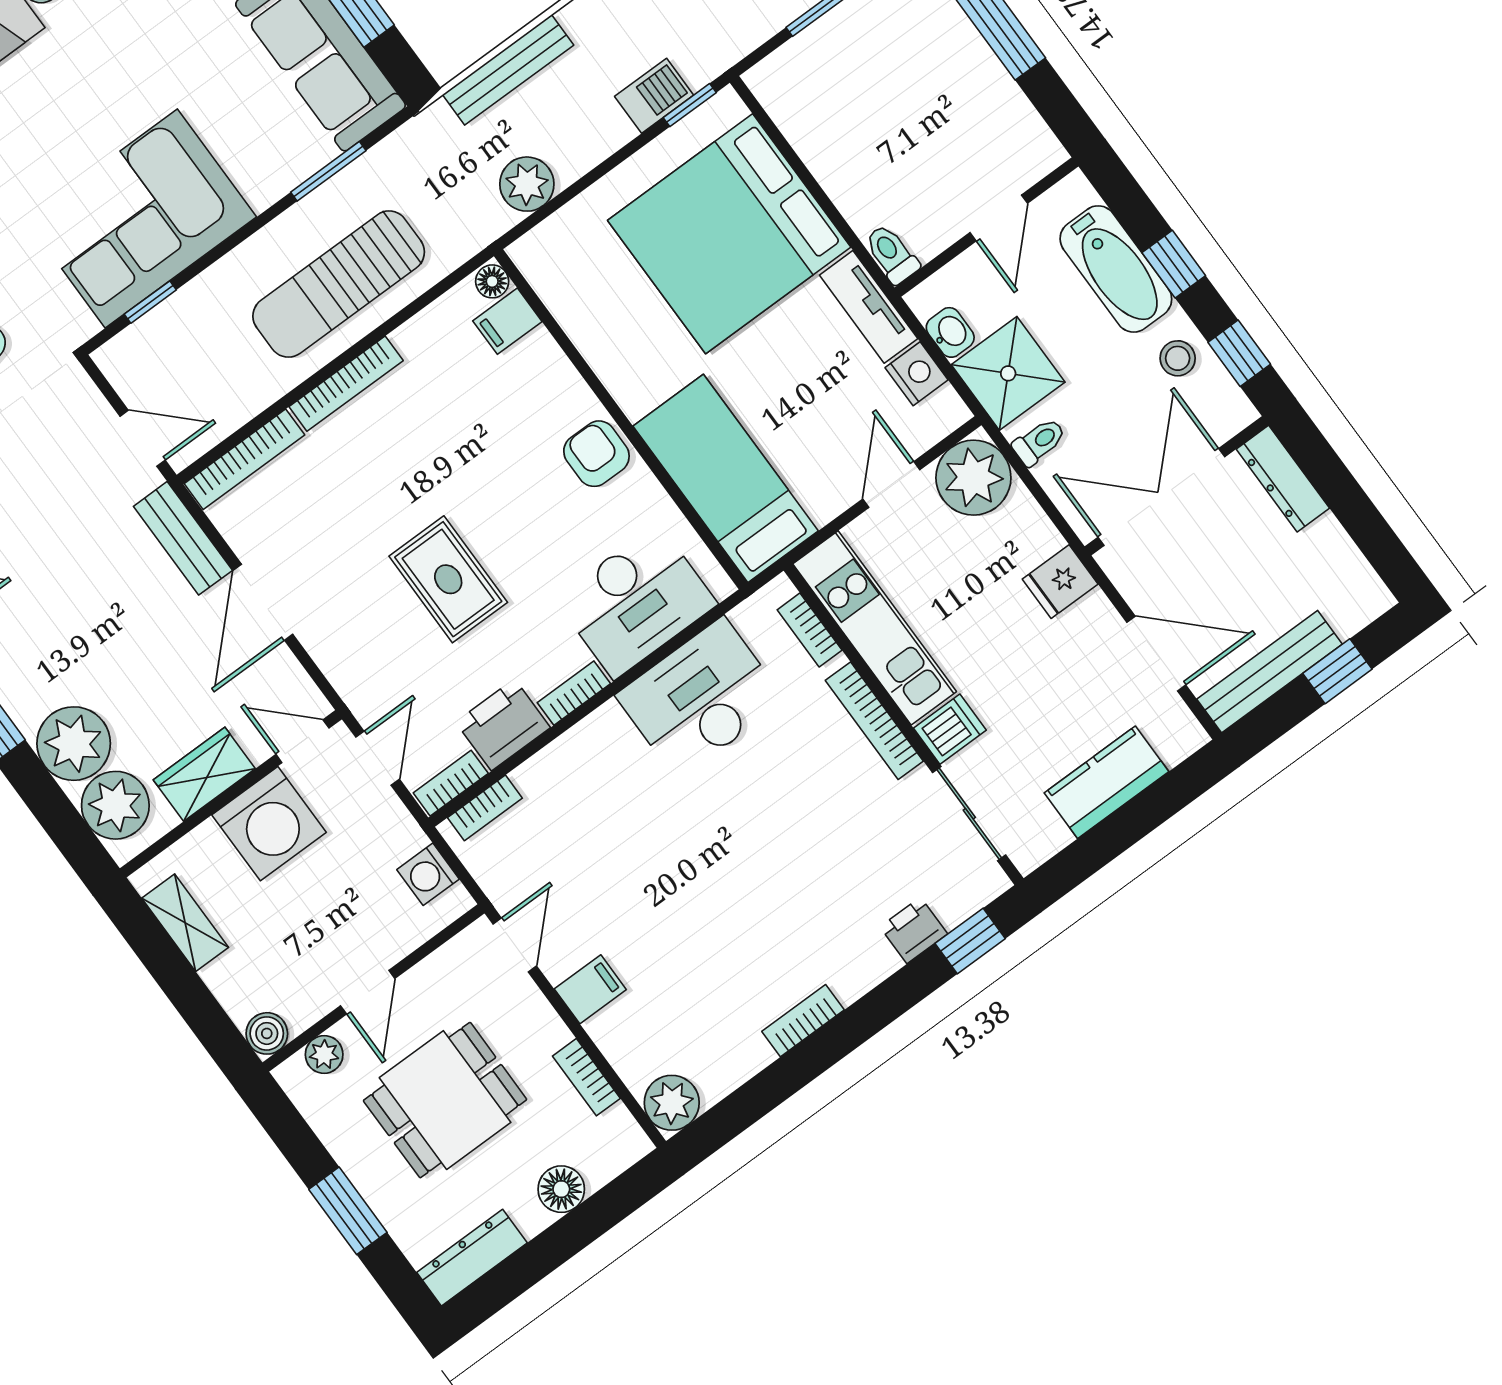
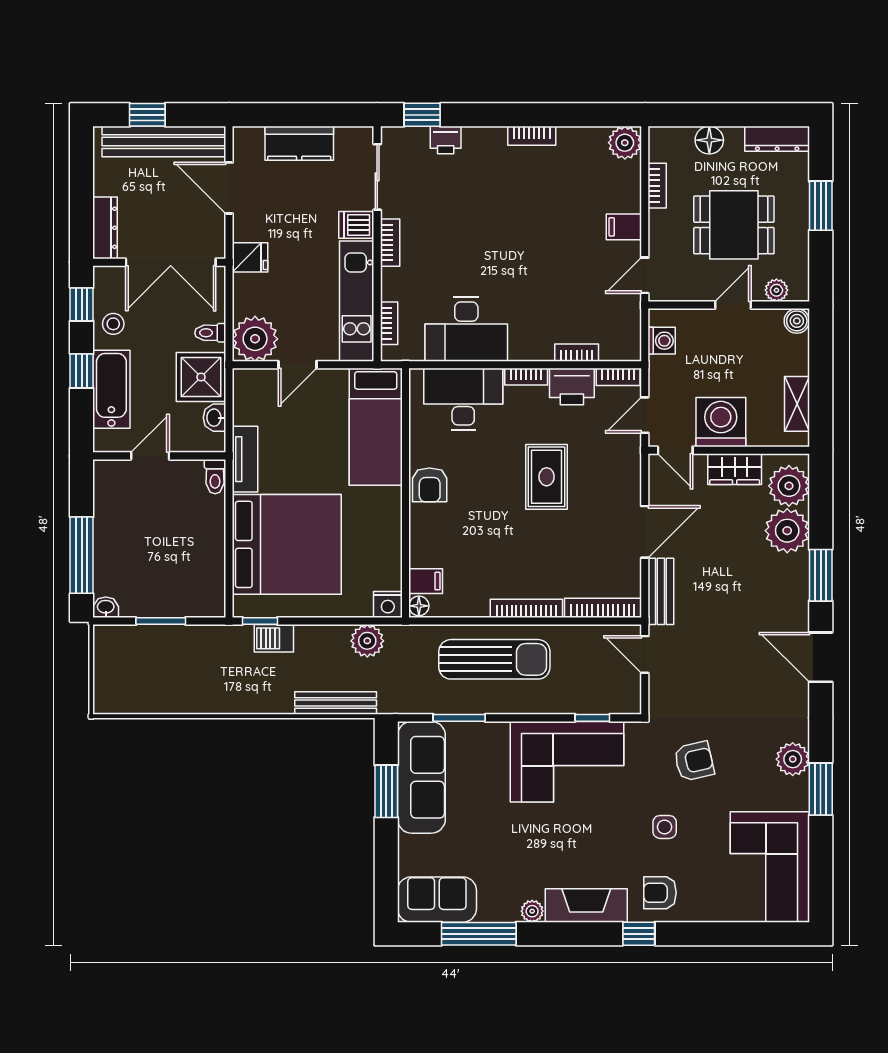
nightstand: (917, 374) -> (388, 604), moved, turned -90
bench: (1270, 672) -> (164, 142), width x1.37, depth x1.21
bookcase: (874, 721) -> (390, 243), width x0.64
bookcase: (485, 808) -> (577, 353), moved

